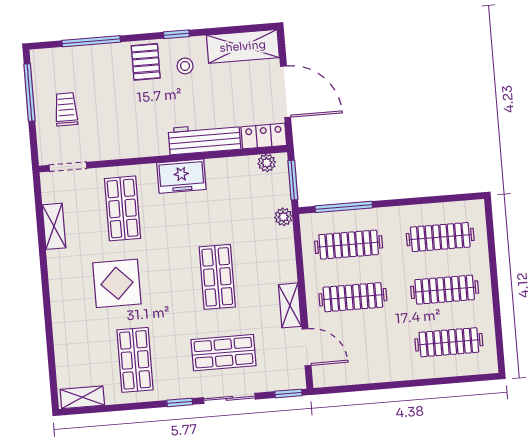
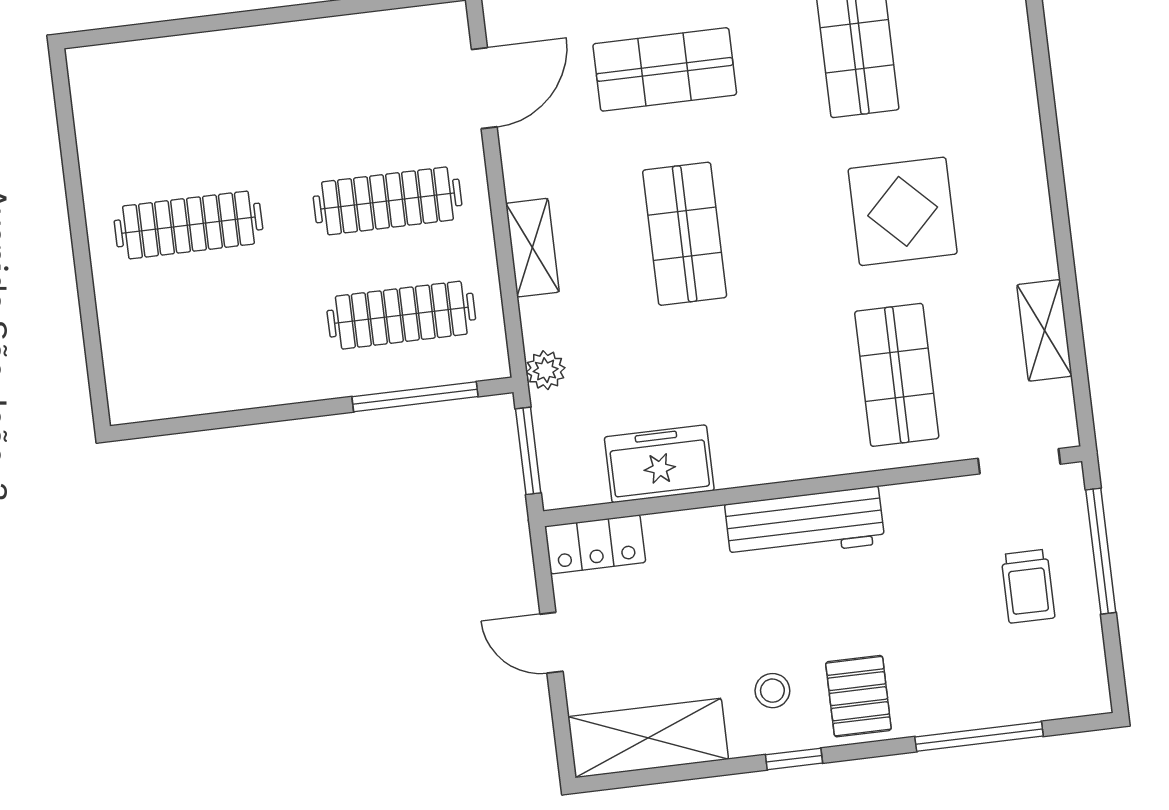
window: (29, 92) -> (1101, 551), moved
door: (286, 92) -> (551, 643), width x0.53
workbench: (204, 139) -> (805, 524), moved
plant: (267, 163) -> (586, 486), removed
freezer: (181, 176) -> (659, 464), moved
clothes rail: (440, 237) -> (202, 339), removed
shelving: (290, 305) -> (532, 248), moved
clothes rail: (449, 342) -> (175, 111), removed
door: (307, 347) -> (484, 88), swing flipped

